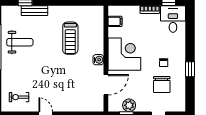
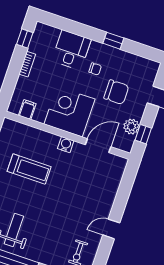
desk: (173, 19) -> (71, 50), moved, turned 90
chair: (162, 84) -> (116, 92), moved
door: (106, 85) -> (98, 146), hinge flipped

